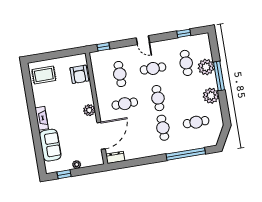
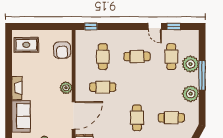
door: (143, 40) -> (155, 27), moved
cafe table: (158, 98) -> (137, 87), removed

